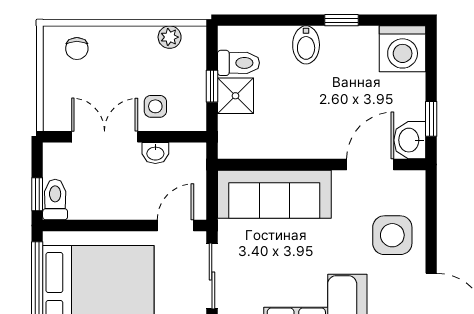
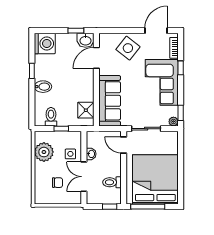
plant: (170, 37) -> (44, 152), width x1.87, depth x1.87
chair: (77, 49) -> (57, 183), moved
shower: (235, 96) -> (86, 110), moved
door: (370, 164) -> (96, 58), hinge flipped
toilet: (55, 200) -> (112, 182), moved
side table: (392, 235) -> (128, 48), turned 38

